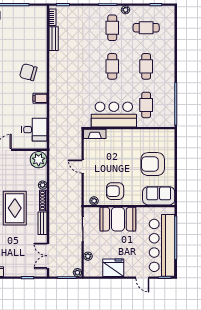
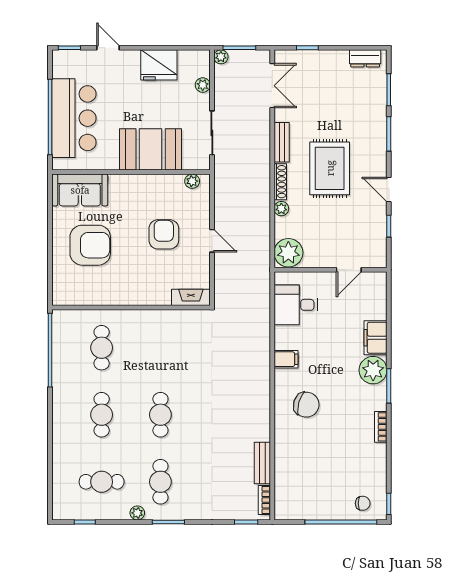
bar counter: (114, 115) -> (158, 331), removed
armchair: (115, 191) -> (164, 234), moved, turned -90
bar counter: (162, 245) -> (74, 118), width x0.73

